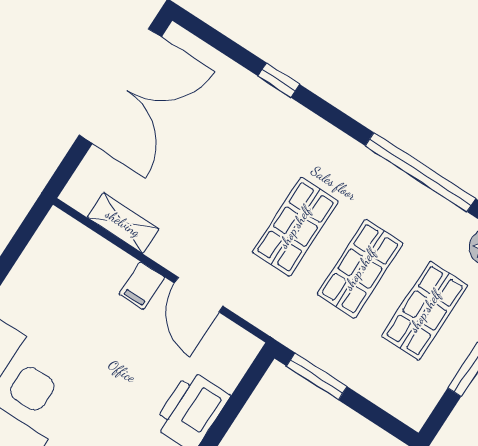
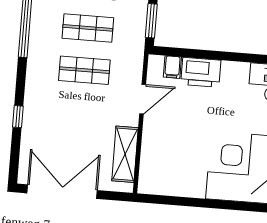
shelving: (123, 223) -> (125, 154), width x1.50, depth x1.33
filing cabinet: (142, 286) -> (172, 67), moved, turned 90

